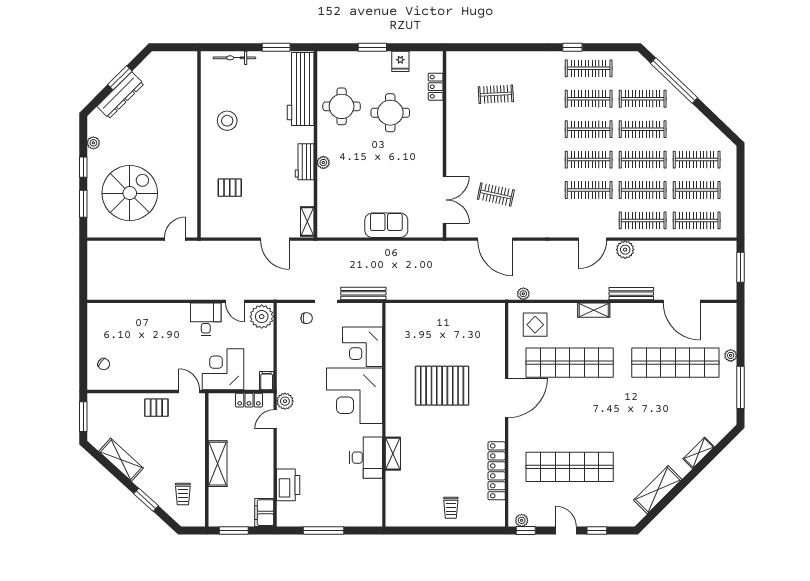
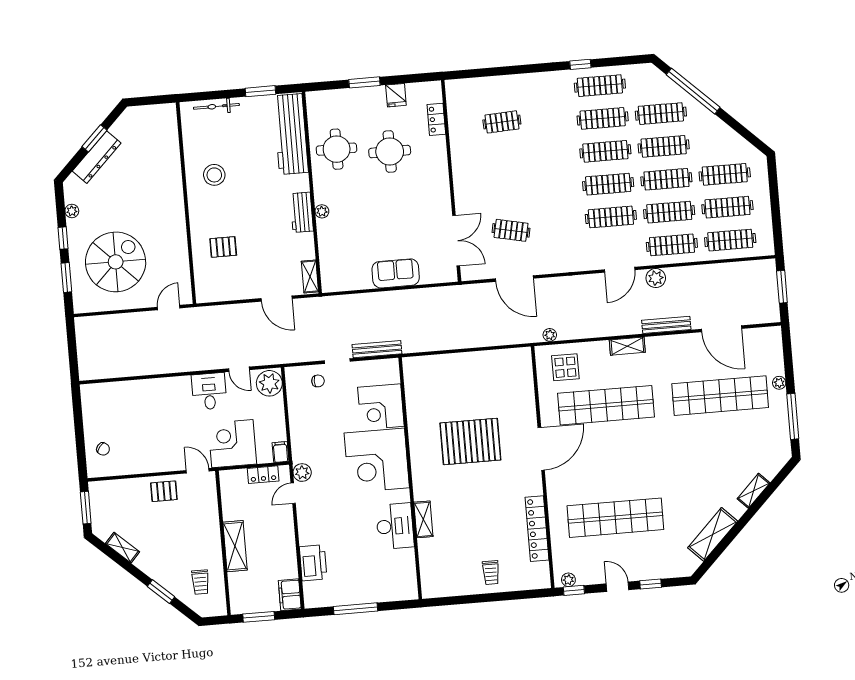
shelving: (121, 460) -> (123, 548), width x0.67, depth x0.75

